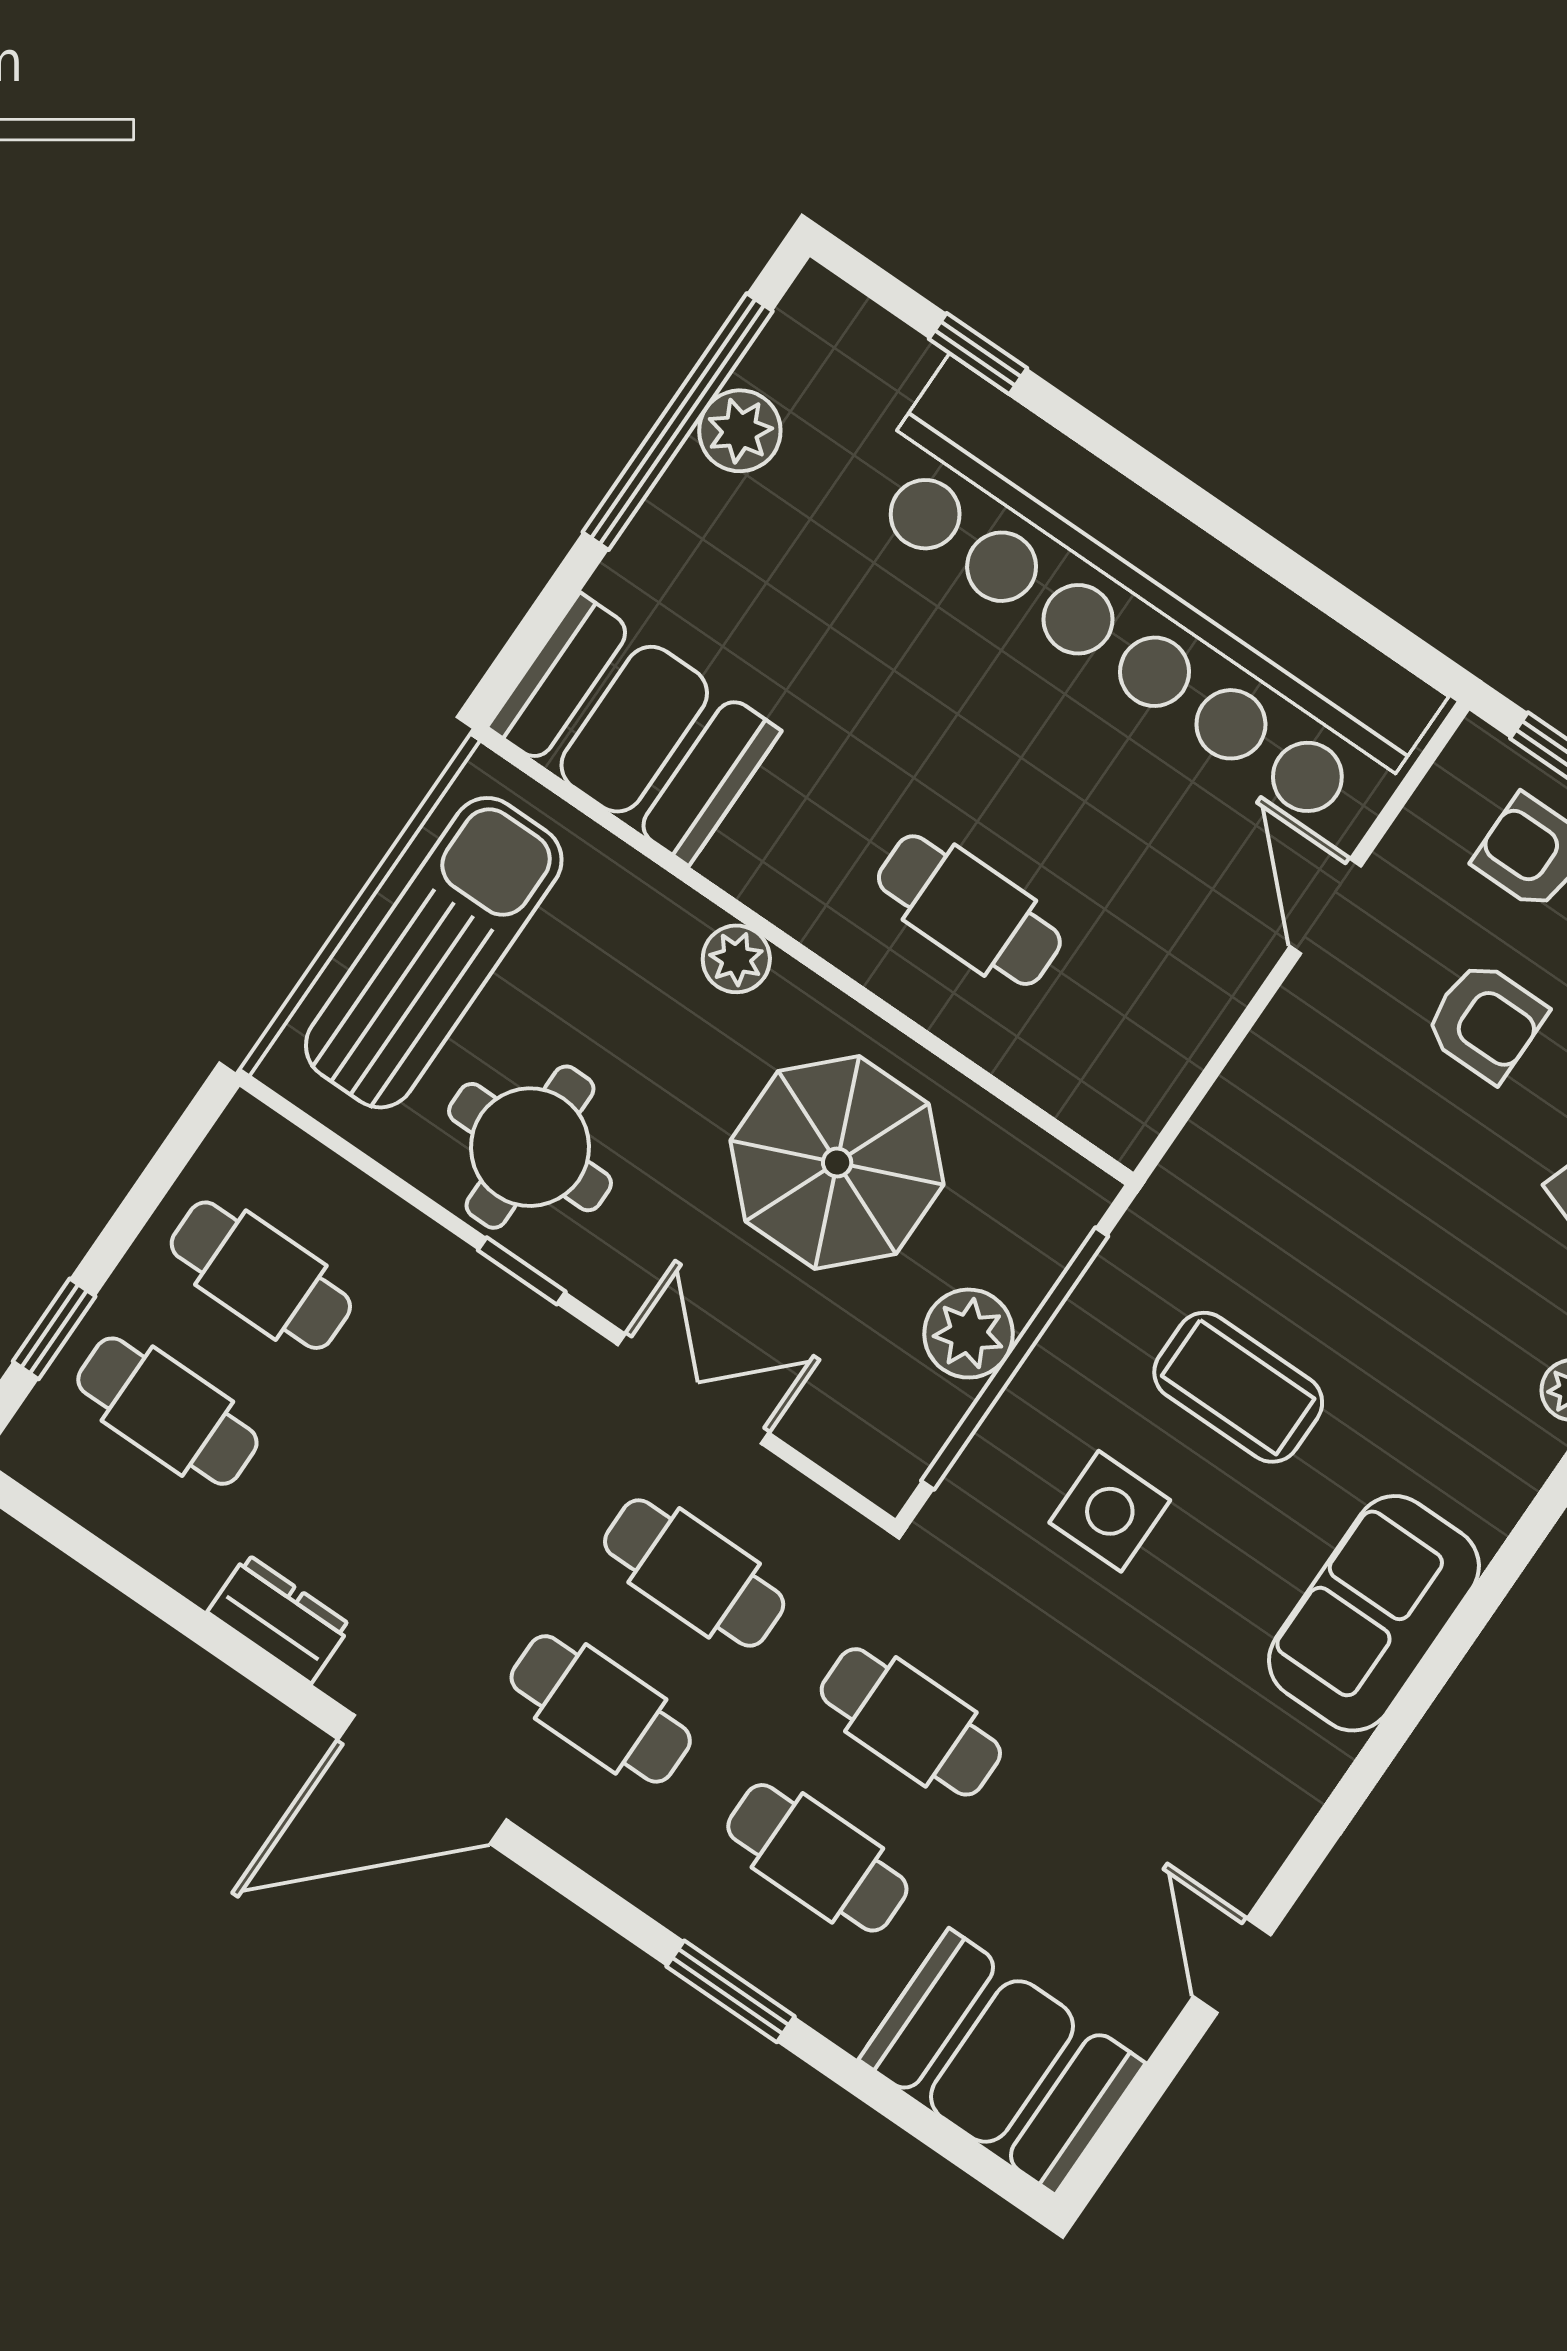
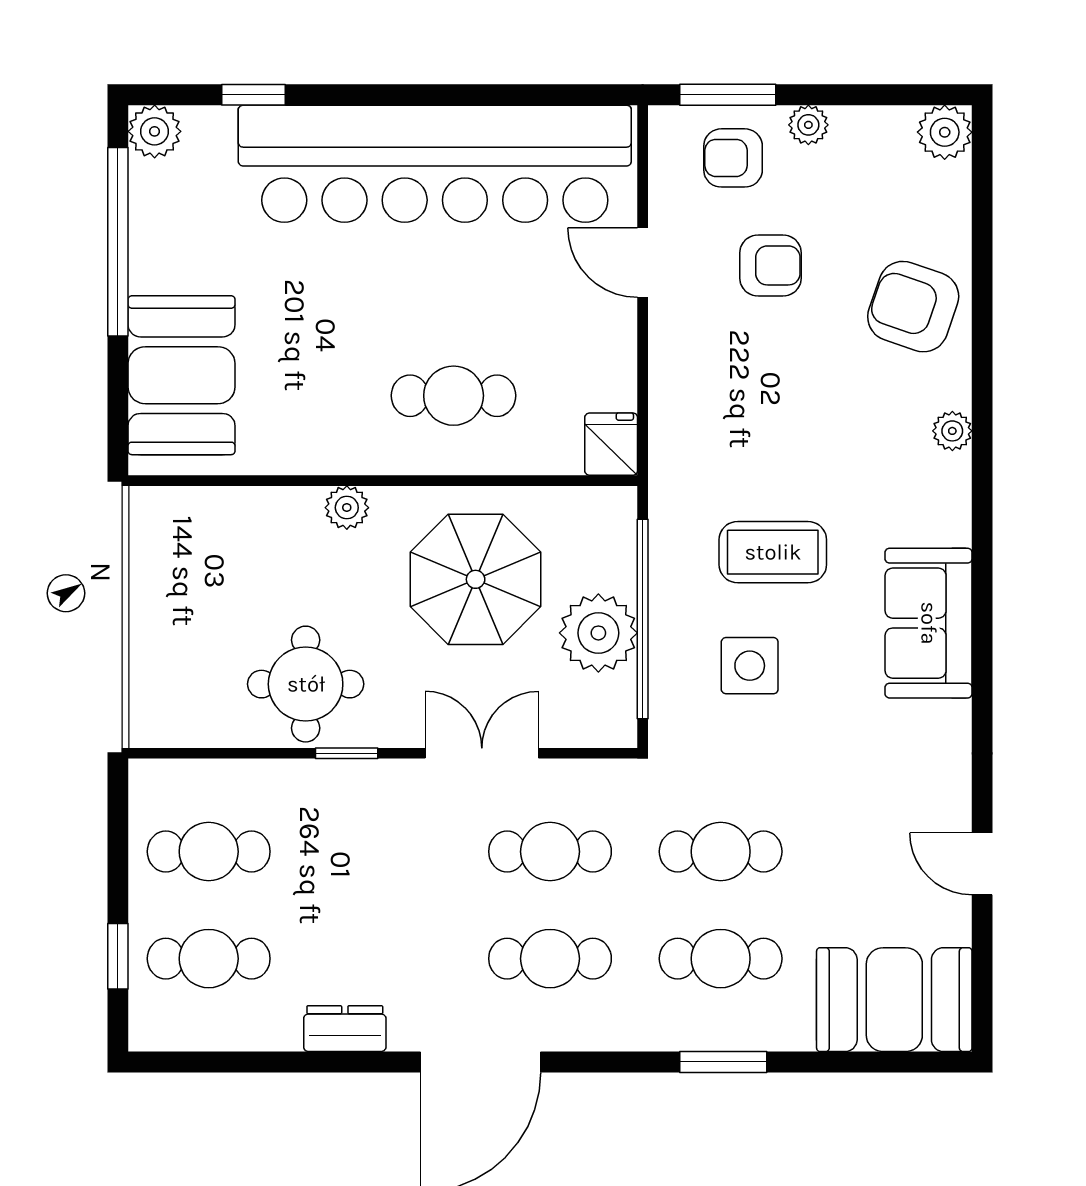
plant: (740, 431) -> (155, 131), moved
booth: (634, 729) -> (182, 375), moved, turned 90
sun lounger: (434, 953) -> (183, 615), removed
fridge: (1127, 1109) -> (611, 444), added
plant: (969, 1334) -> (598, 633), width x1.36, depth x1.36

